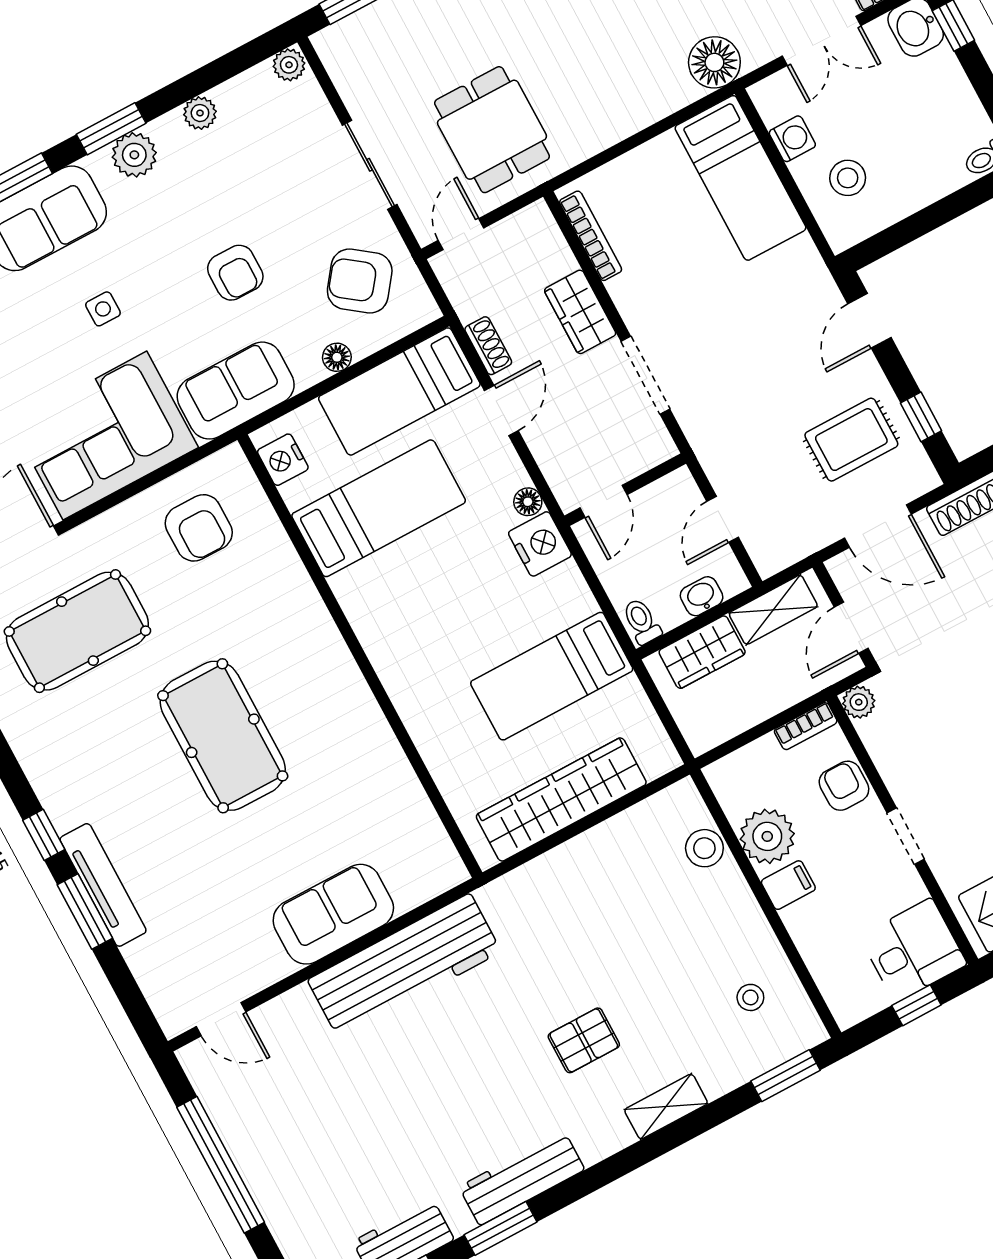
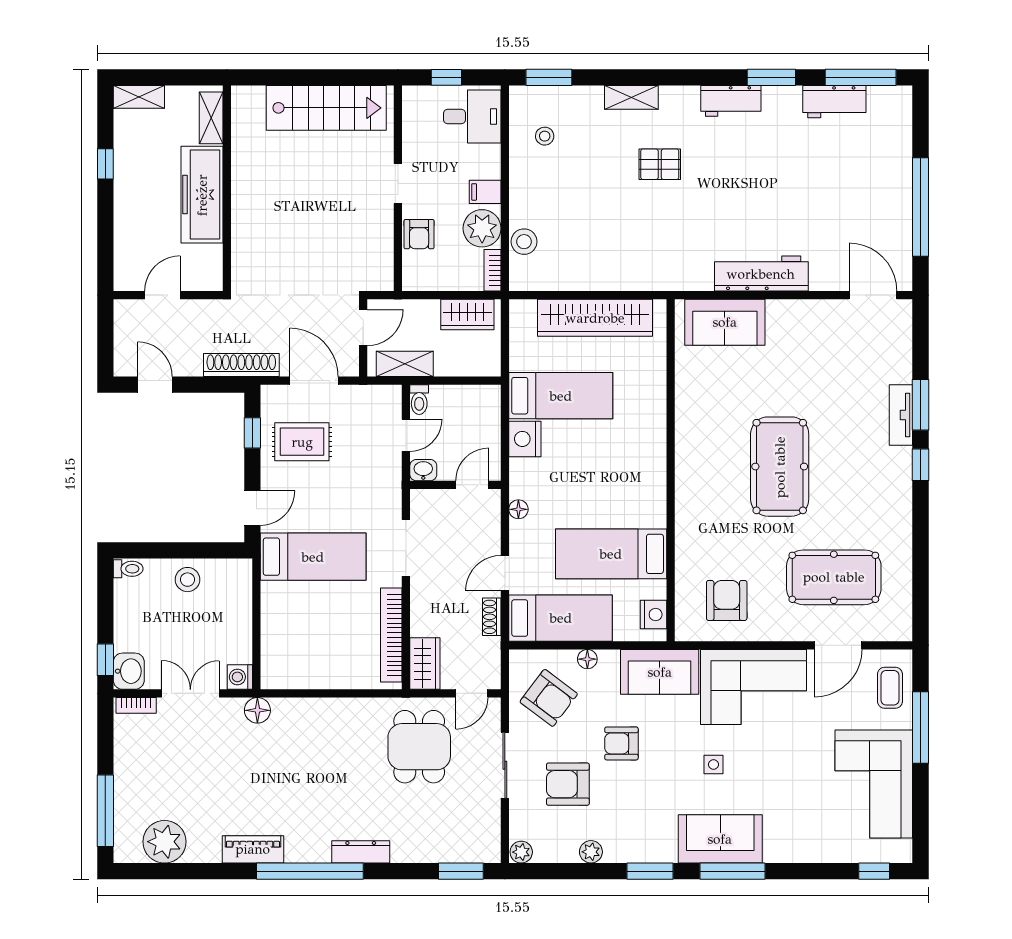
floor lamp: (714, 62) -> (257, 710), width x0.73, depth x0.73
washing machine: (792, 139) -> (240, 677), moved
plant: (134, 155) -> (644, 848), removed
bed: (740, 178) -> (313, 557), moved, turned 90
stool: (848, 178) -> (187, 580), moved
armchair: (276, 184) -> (568, 784), added
bookcase: (591, 236) -> (391, 635), width x1.48, depth x1.31
armchair: (235, 273) -> (621, 743), turned -90
wardrobe: (580, 312) -> (425, 664), moved
nightstand: (540, 544) -> (525, 439), moved
washbasin: (702, 596) -> (423, 470), moved, turned 180
toilet: (642, 621) -> (419, 400), moved
wardrobe: (702, 652) -> (467, 314), moved, turned 180
plant: (859, 702) -> (383, 280), removed
bookcase: (806, 726) -> (492, 270), moved, turned -90
tv unit: (103, 885) -> (901, 415), width x0.71
sofa: (333, 914) -> (725, 322), moved
desk: (913, 950) -> (472, 117), moved, turned 180
workbench: (404, 966) -> (761, 274), width x0.73, depth x0.76
door: (221, 1019) -> (873, 295), width x1.38
workbench: (522, 1178) -> (731, 101), width x0.73

